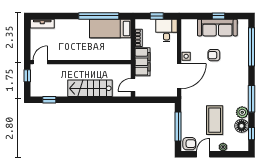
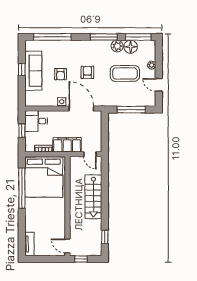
bed: (110, 28) -> (44, 177), width x2.04
window: (251, 134) -> (138, 37), width x2.17
armchair: (189, 144) -> (87, 72), moved

